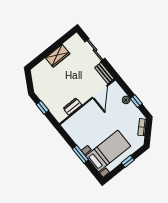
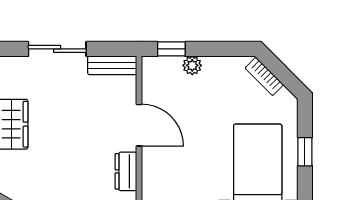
door: (100, 92) -> (139, 125), moved
window: (136, 101) -> (171, 49), moved

